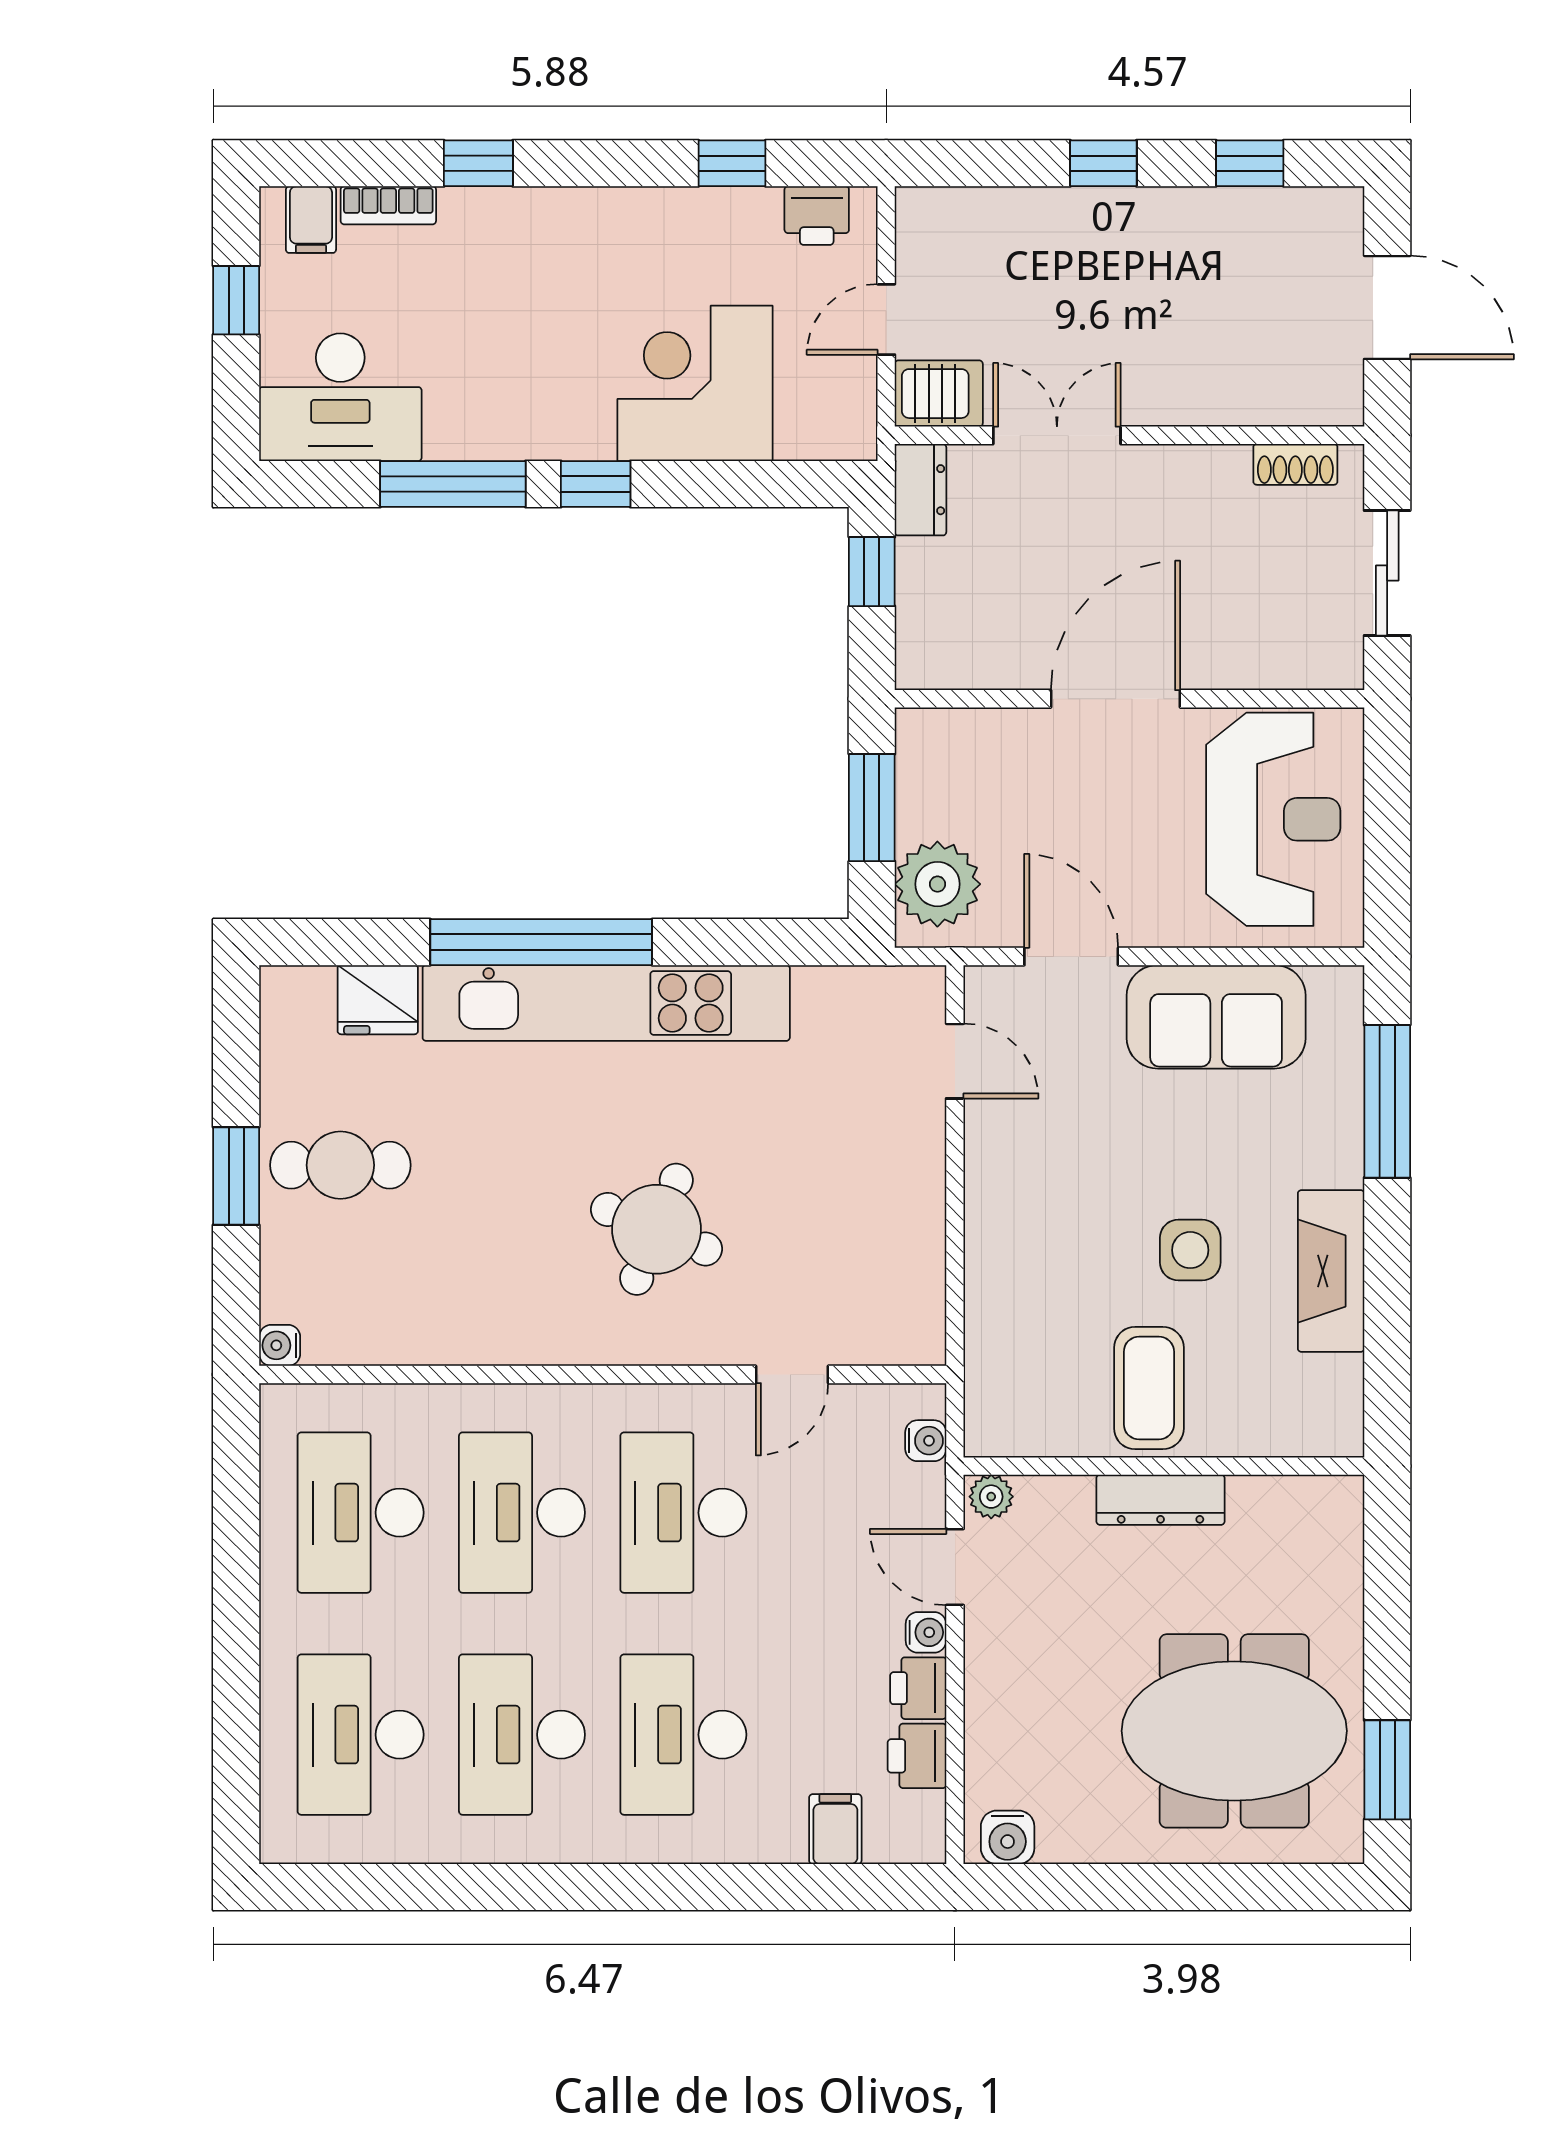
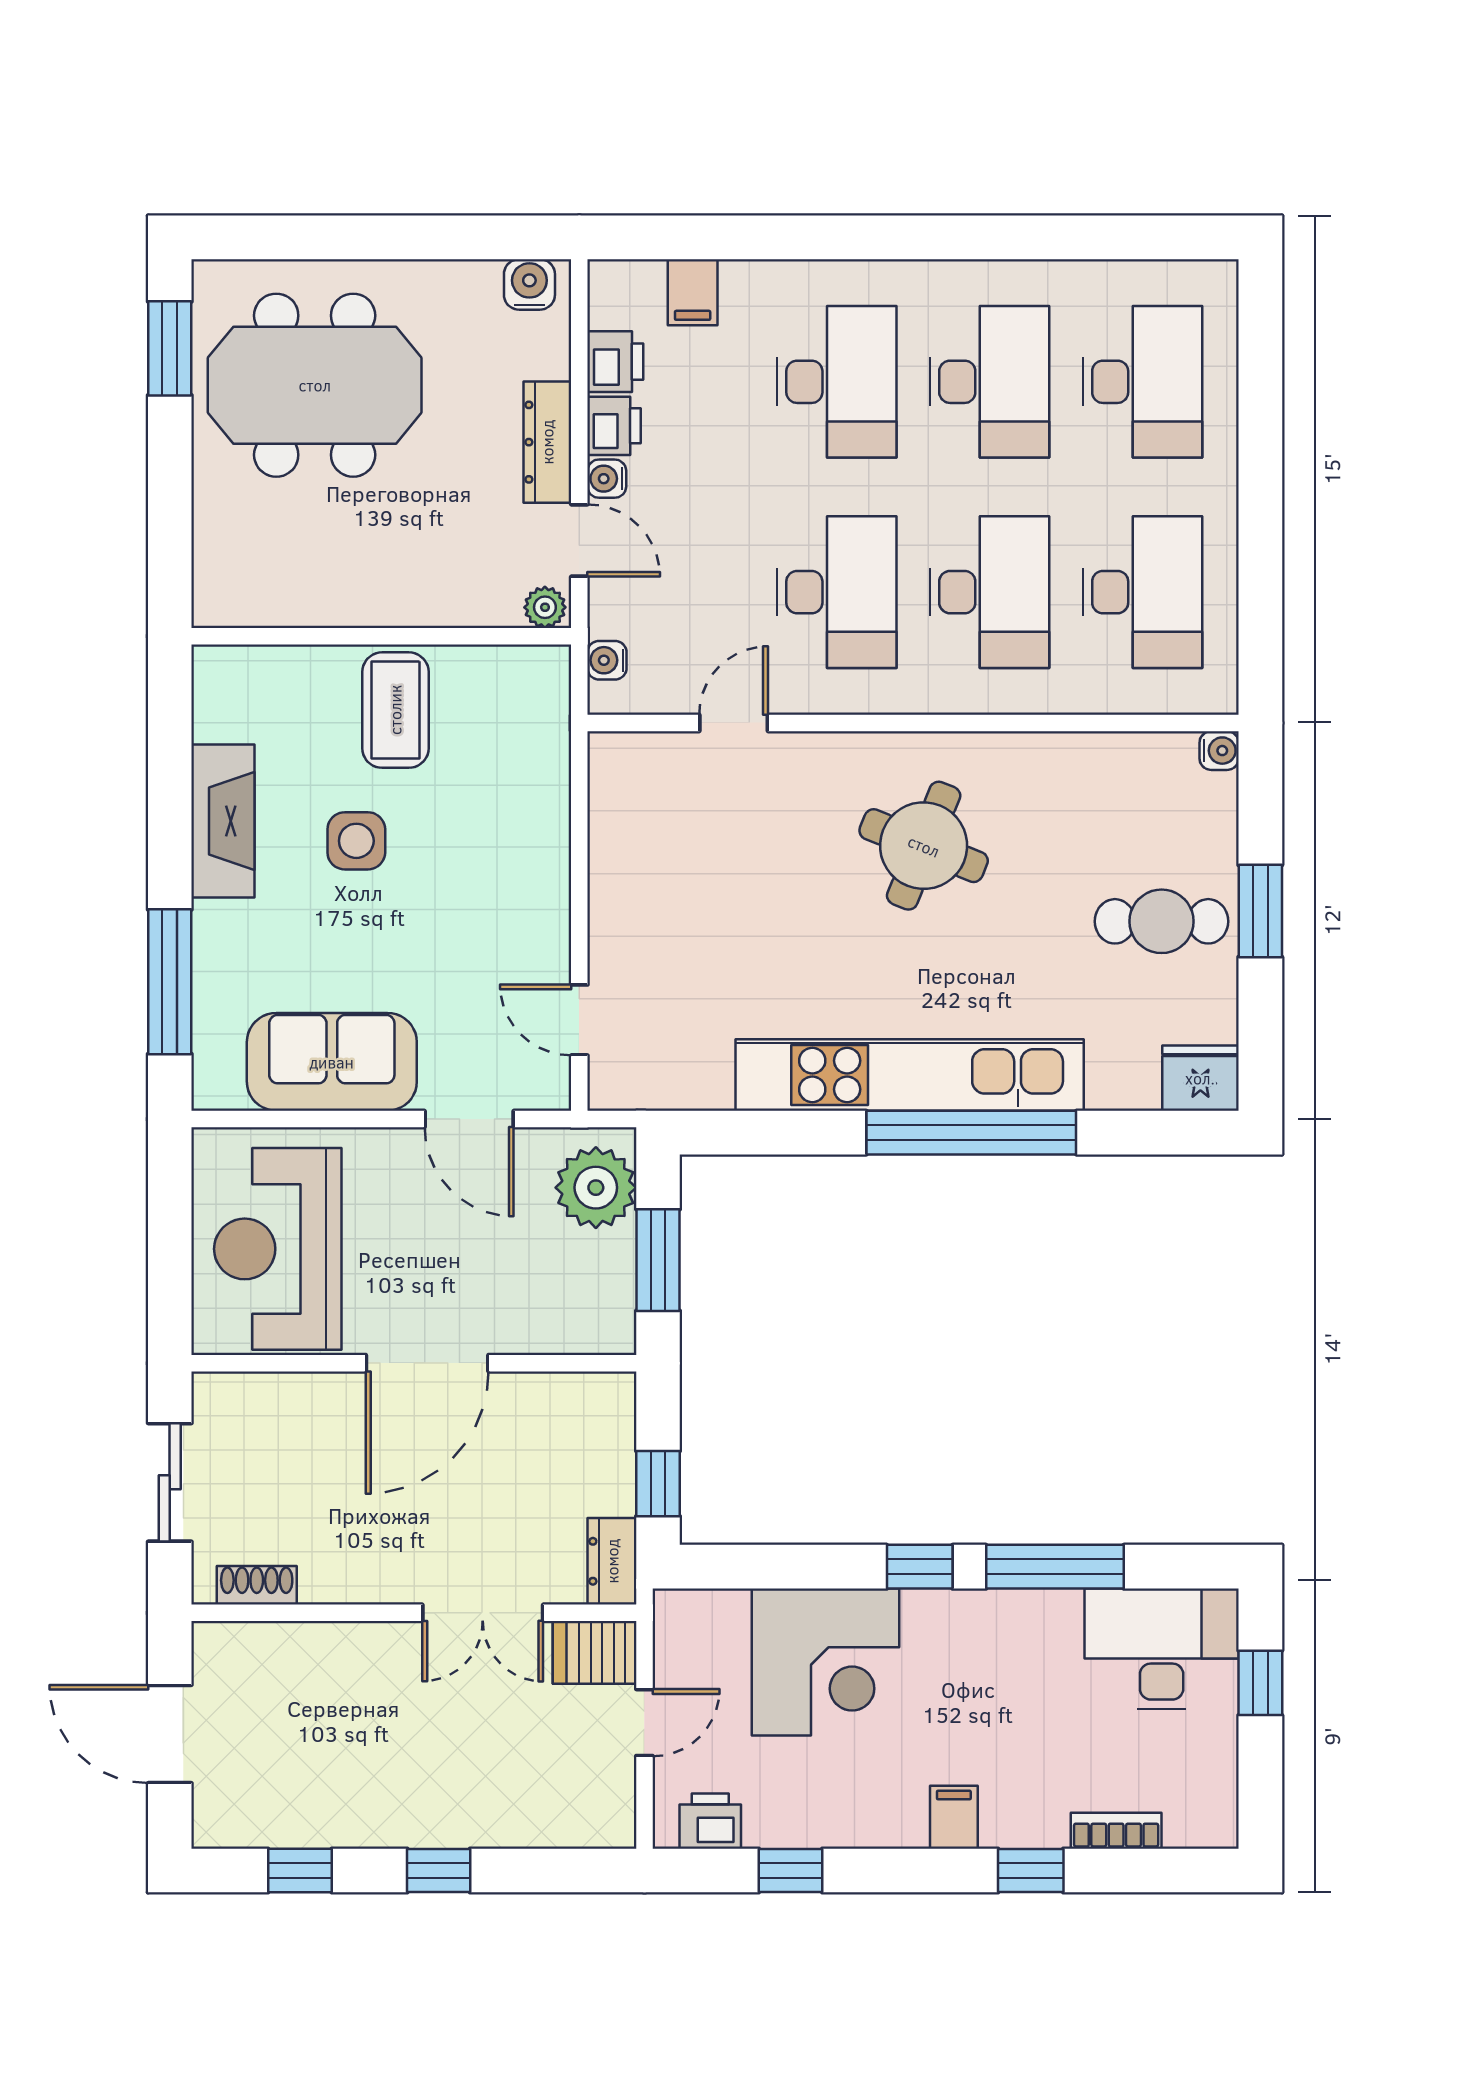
filing cabinet: (311, 220) -> (954, 1817), moved
window: (236, 300) -> (1260, 1683), moved
fridge: (378, 1000) -> (1200, 1078), moved
round table: (656, 1229) -> (924, 846), moved
dresser: (1161, 1500) -> (547, 442), moved, turned -90

